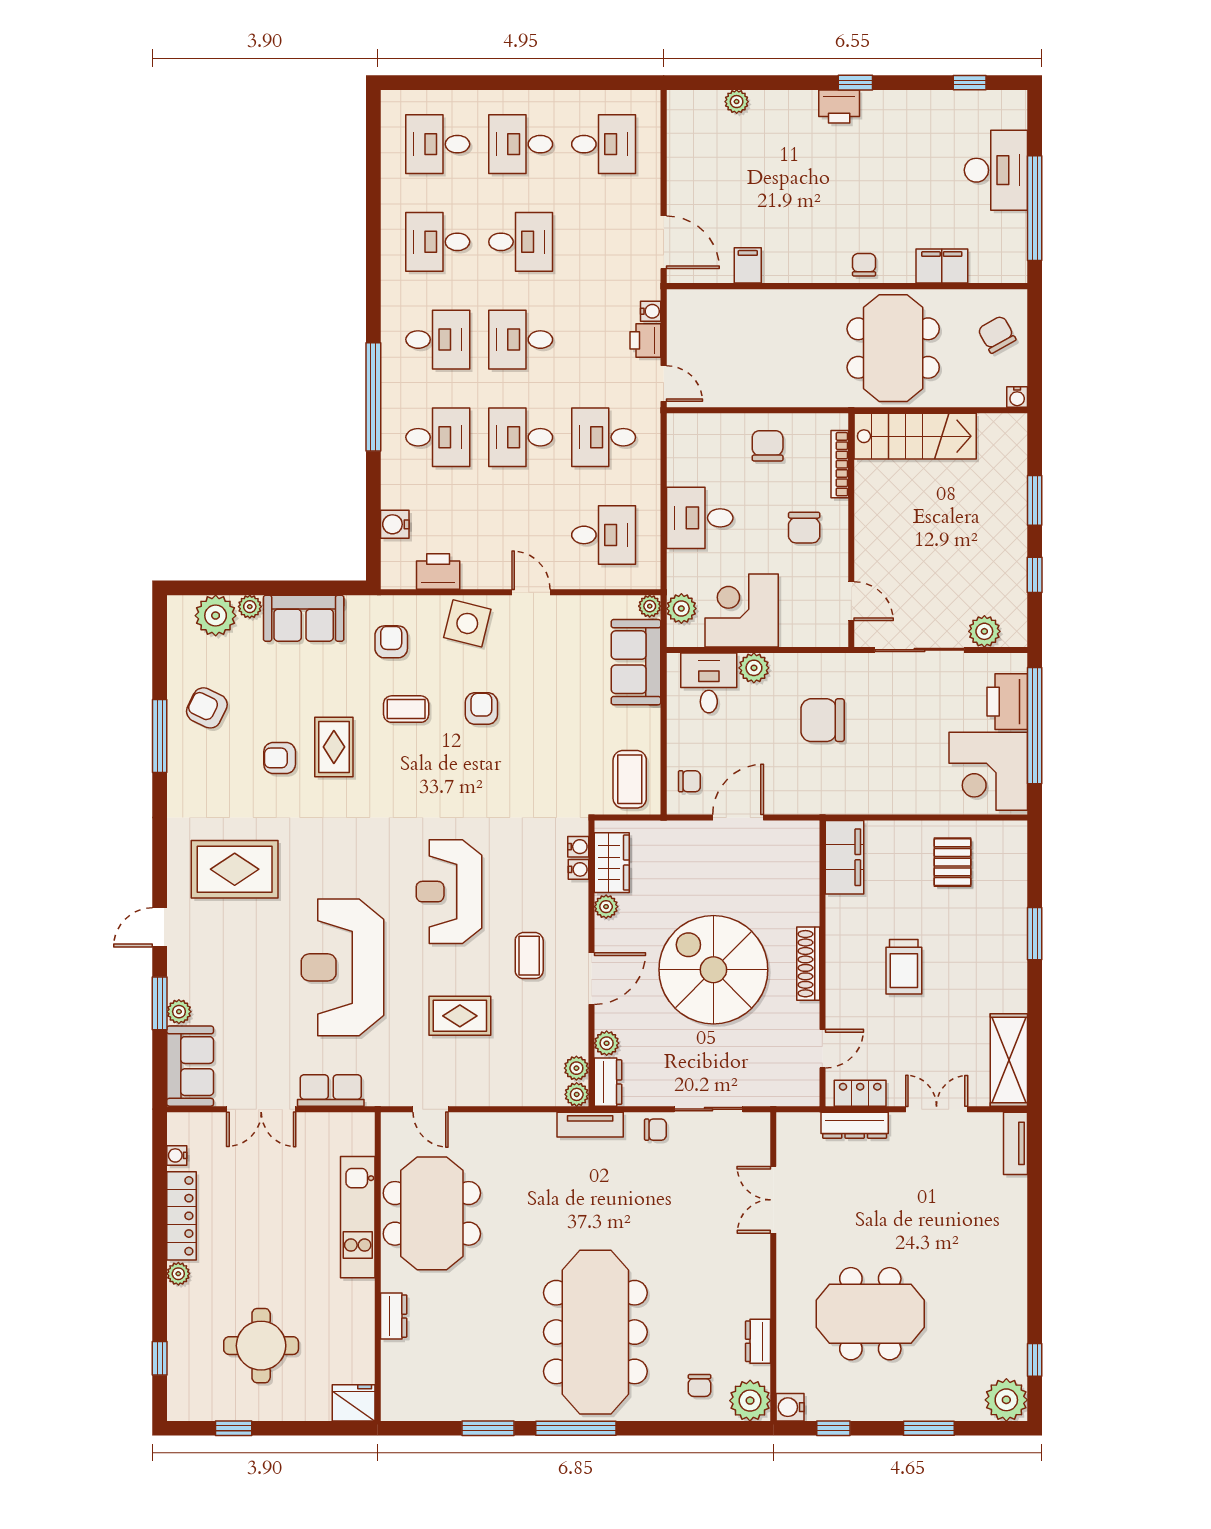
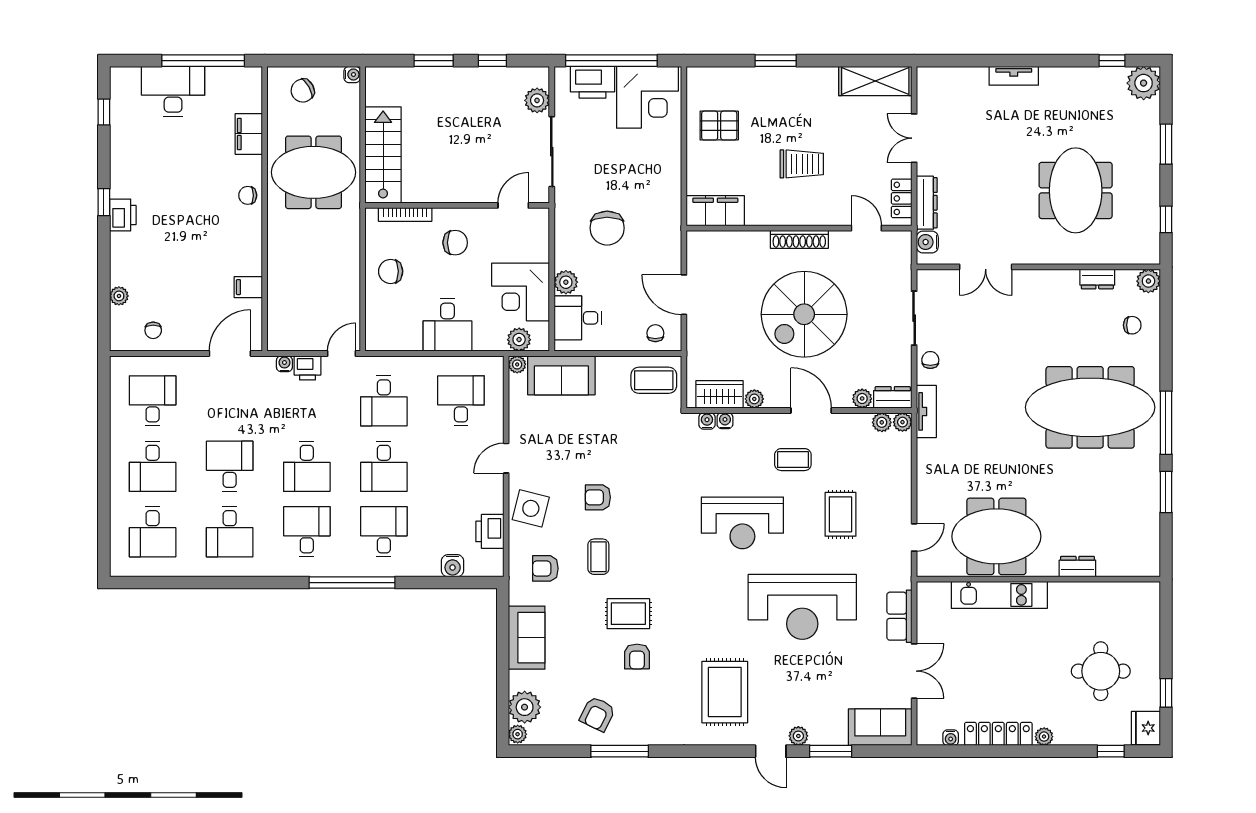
chair: (693, 145) -> (153, 330), added
plant: (250, 607) -> (518, 734), moved
plant: (179, 1012) -> (798, 736), moved
tv unit: (1016, 1143) -> (1014, 76), moved
plant: (750, 1401) -> (1148, 281), width x0.73, depth x0.73
fridge: (354, 1403) -> (1146, 728), moved
water cooler: (790, 1407) -> (927, 242), moved, turned 90

